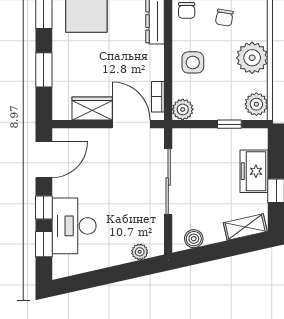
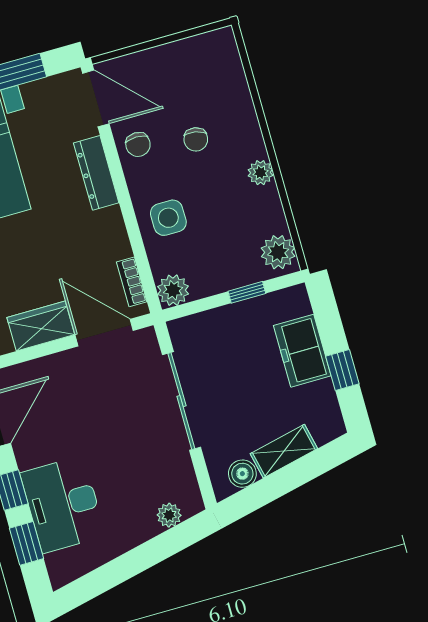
plant: (252, 58) -> (260, 173), width x0.53, depth x0.53
shelving: (245, 227) -> (284, 451), moved

